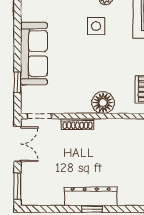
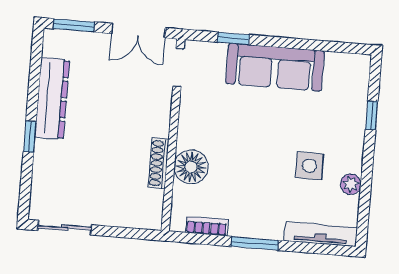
shoe rack: (78, 124) -> (158, 163), moved
dresser: (91, 196) -> (52, 98), moved

